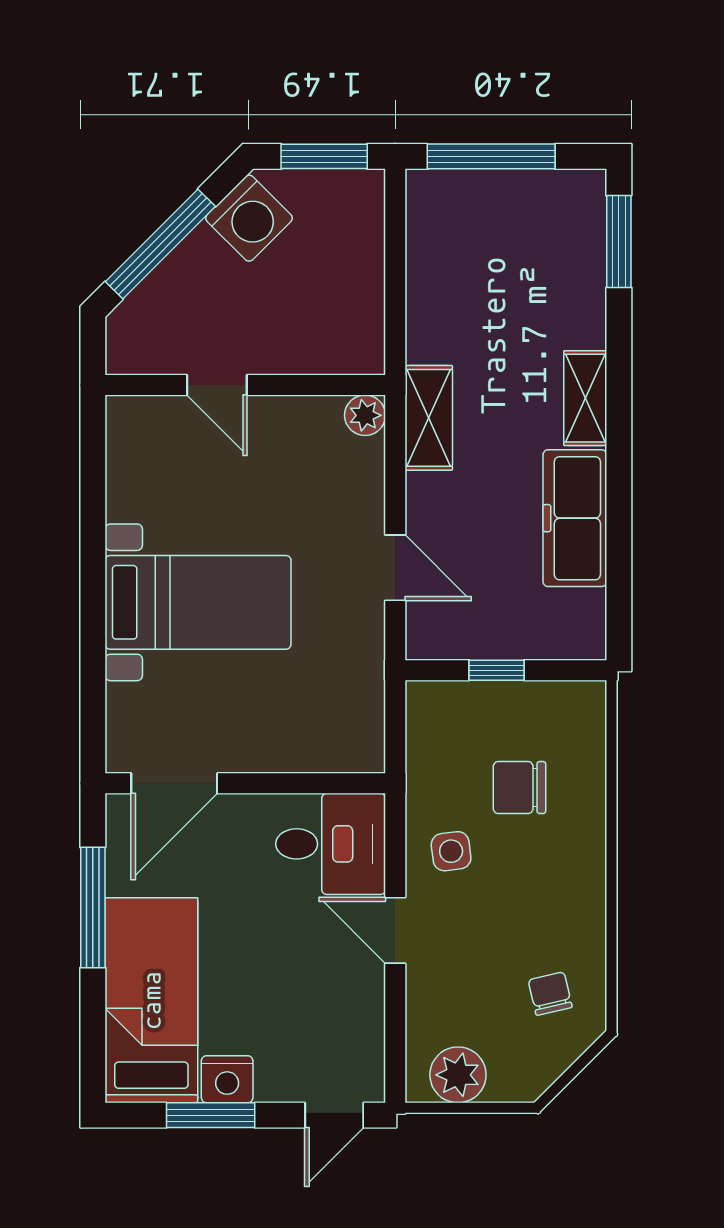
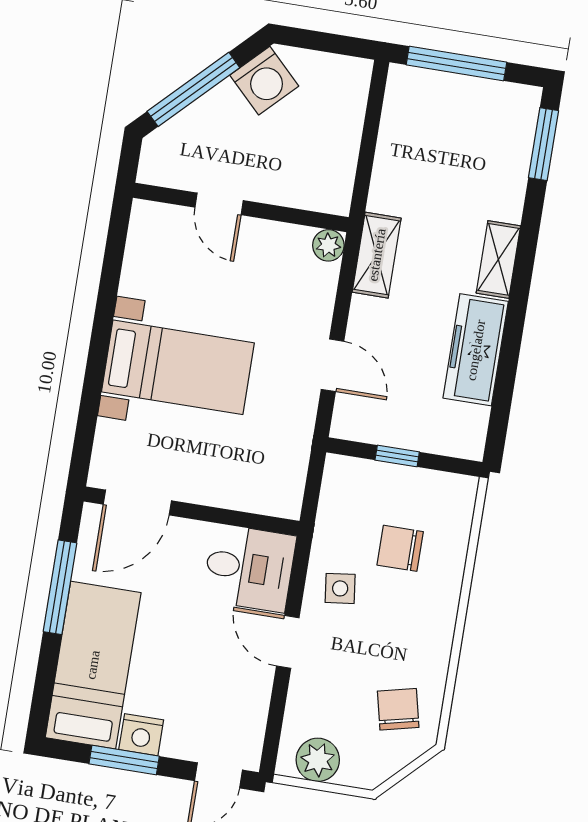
window: (324, 156) -> (329, 43), removed
chair: (550, 994) -> (398, 709), width x1.37, depth x1.37

